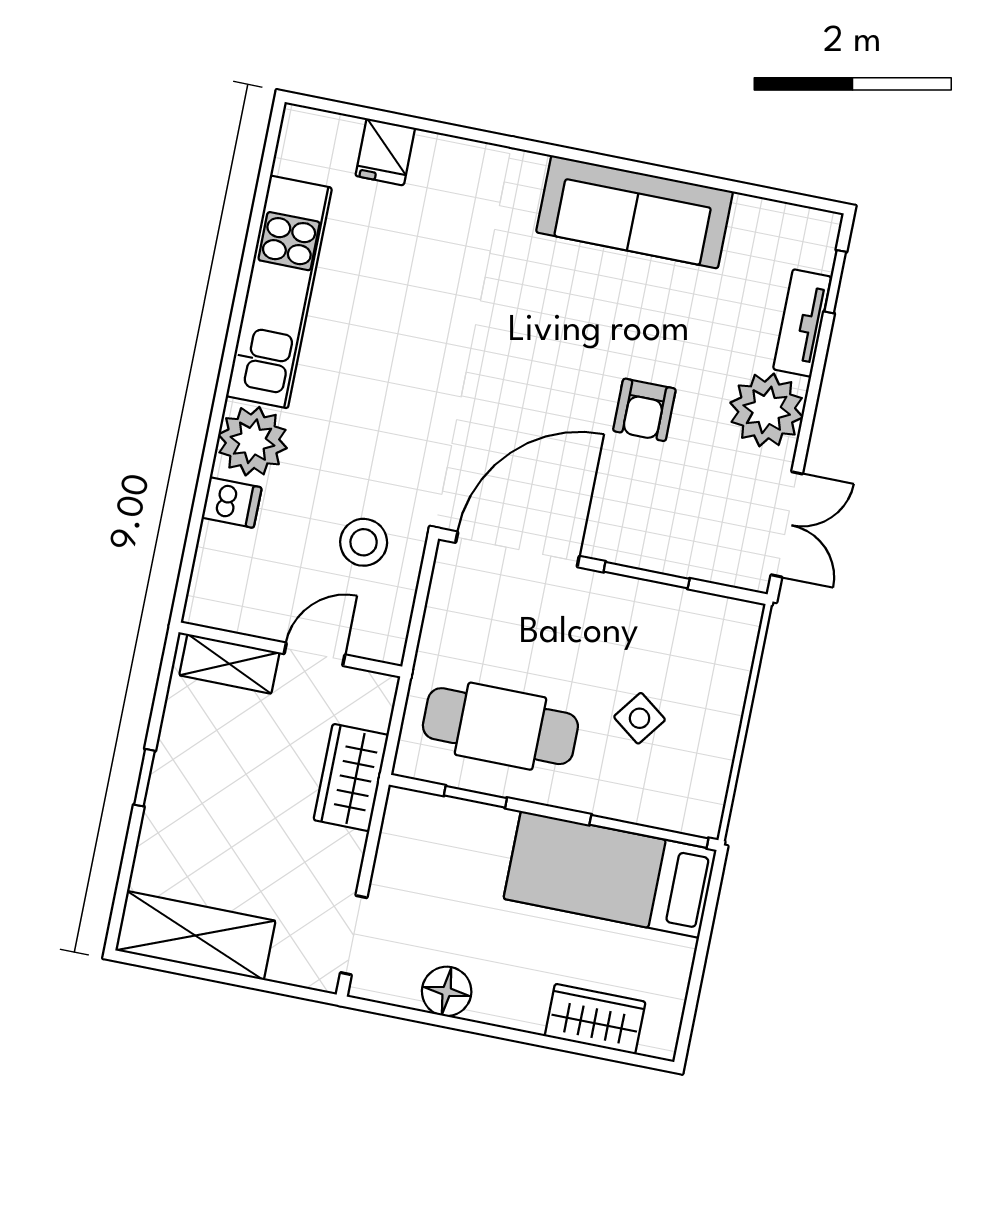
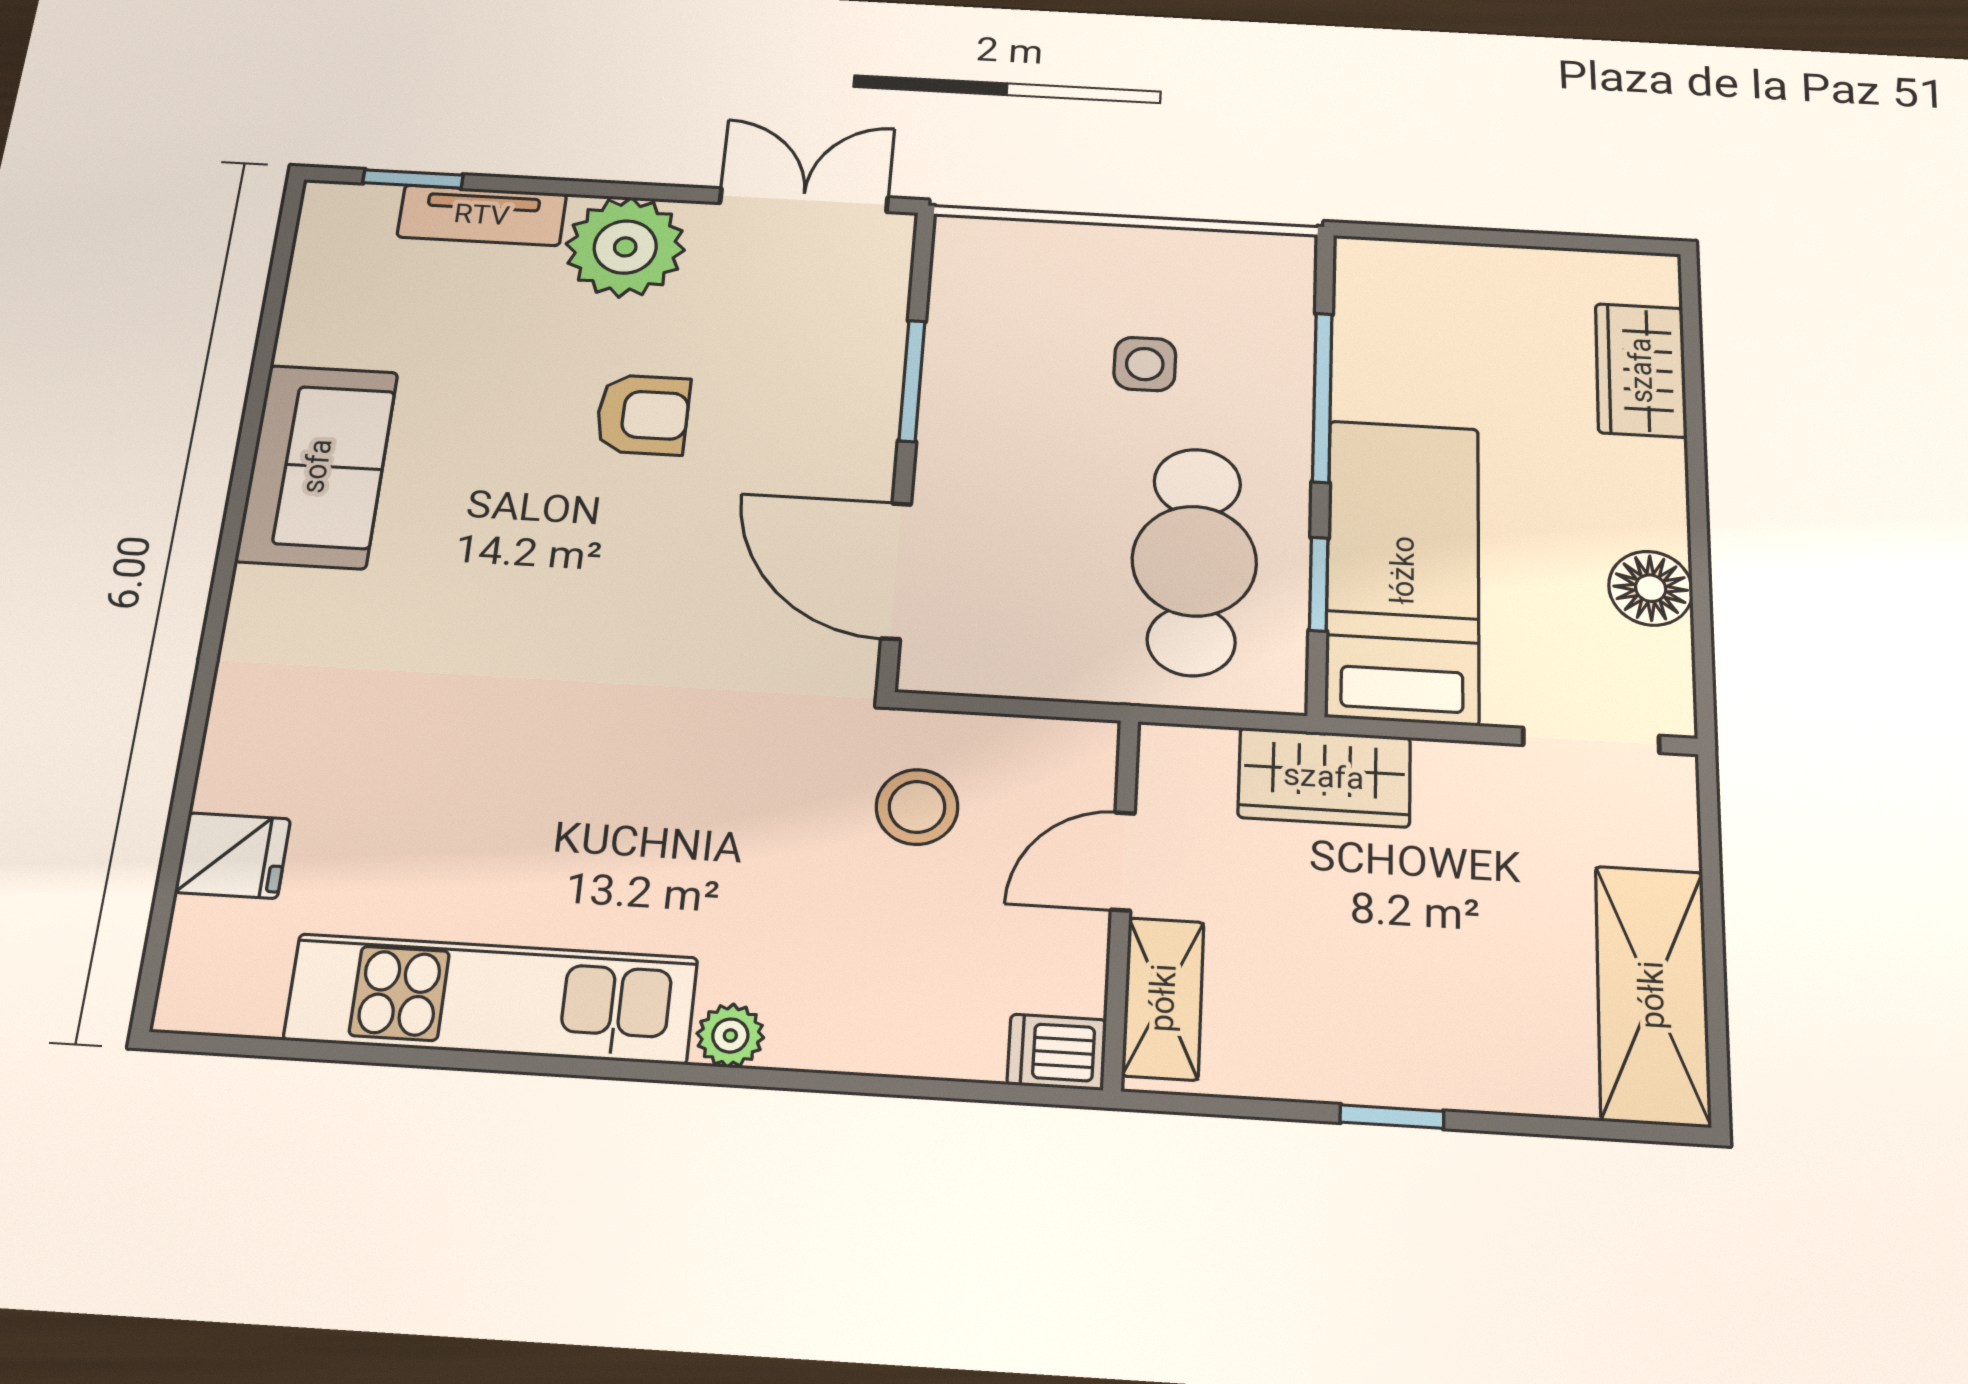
sofa: (635, 212) -> (317, 466), width x0.73
plant: (252, 441) -> (730, 1036), width x0.53, depth x0.53
dishwasher: (232, 503) -> (1057, 1052), moved, turned -90
door: (517, 549) -> (896, 571), width x0.73
door: (314, 654) -> (1123, 861), hinge flipped
side table: (640, 718) -> (1145, 364), turned -37
window: (649, 831) -> (1322, 397), moved
bed: (610, 874) -> (1403, 570), moved, turned 180

